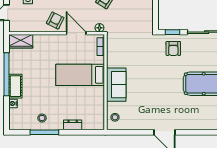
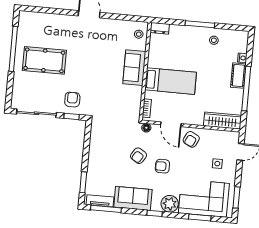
wardrobe: (21, 41) -> (222, 121), width x1.50
dresser: (73, 125) -> (160, 28), moved
window: (44, 132) -> (200, 24), moved

